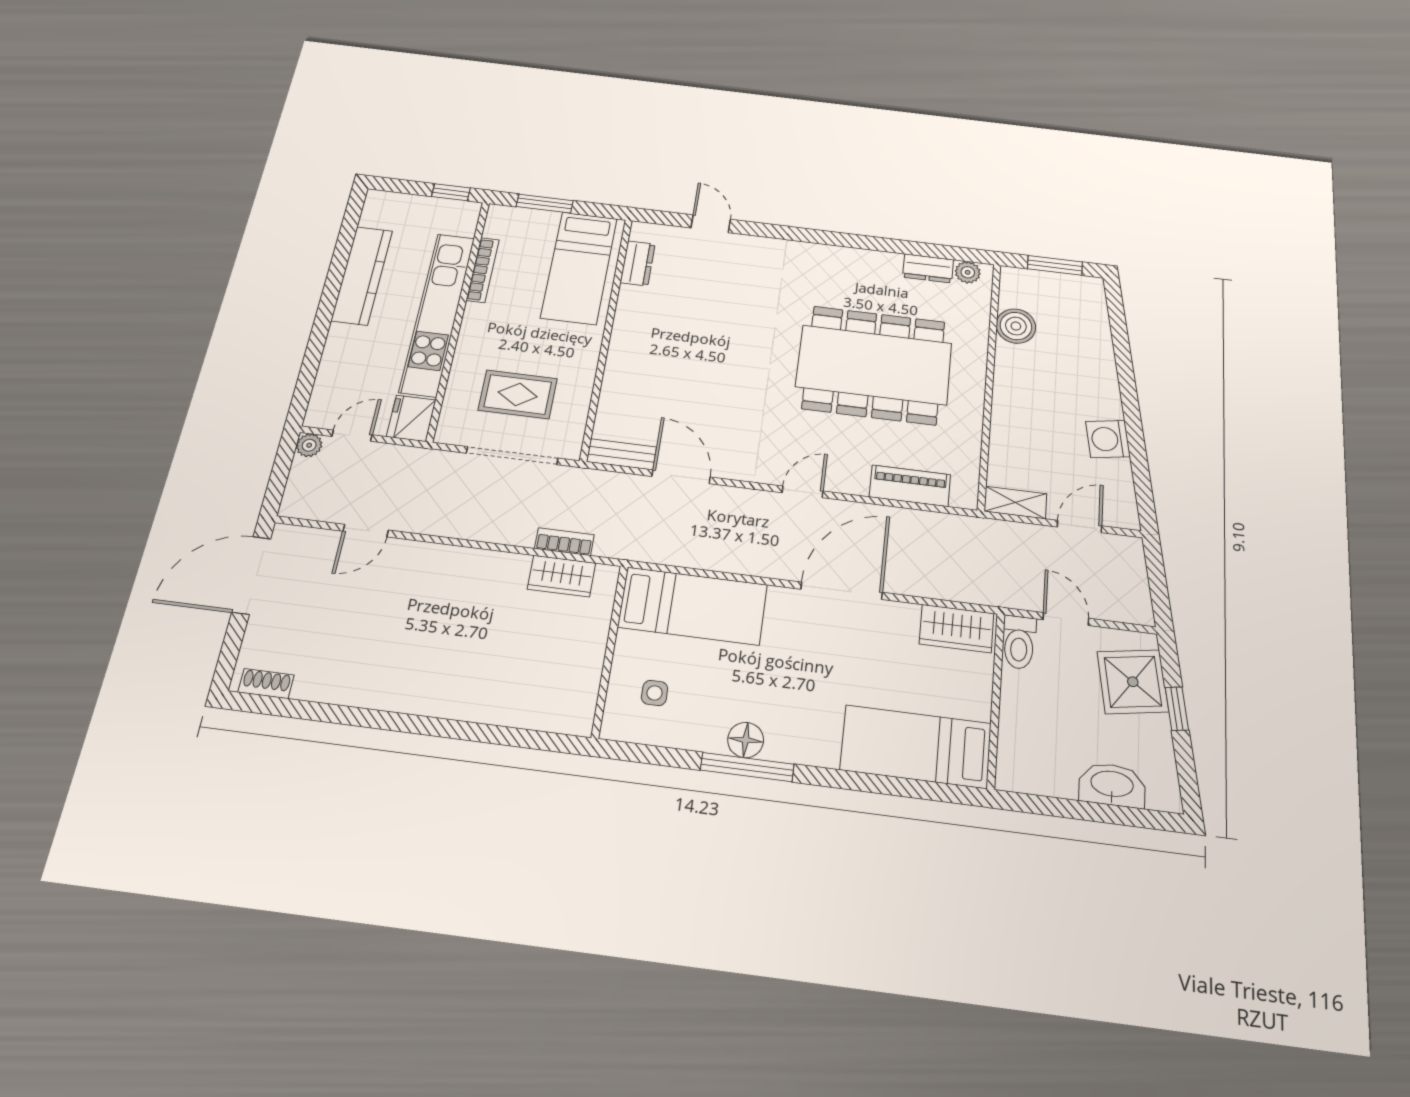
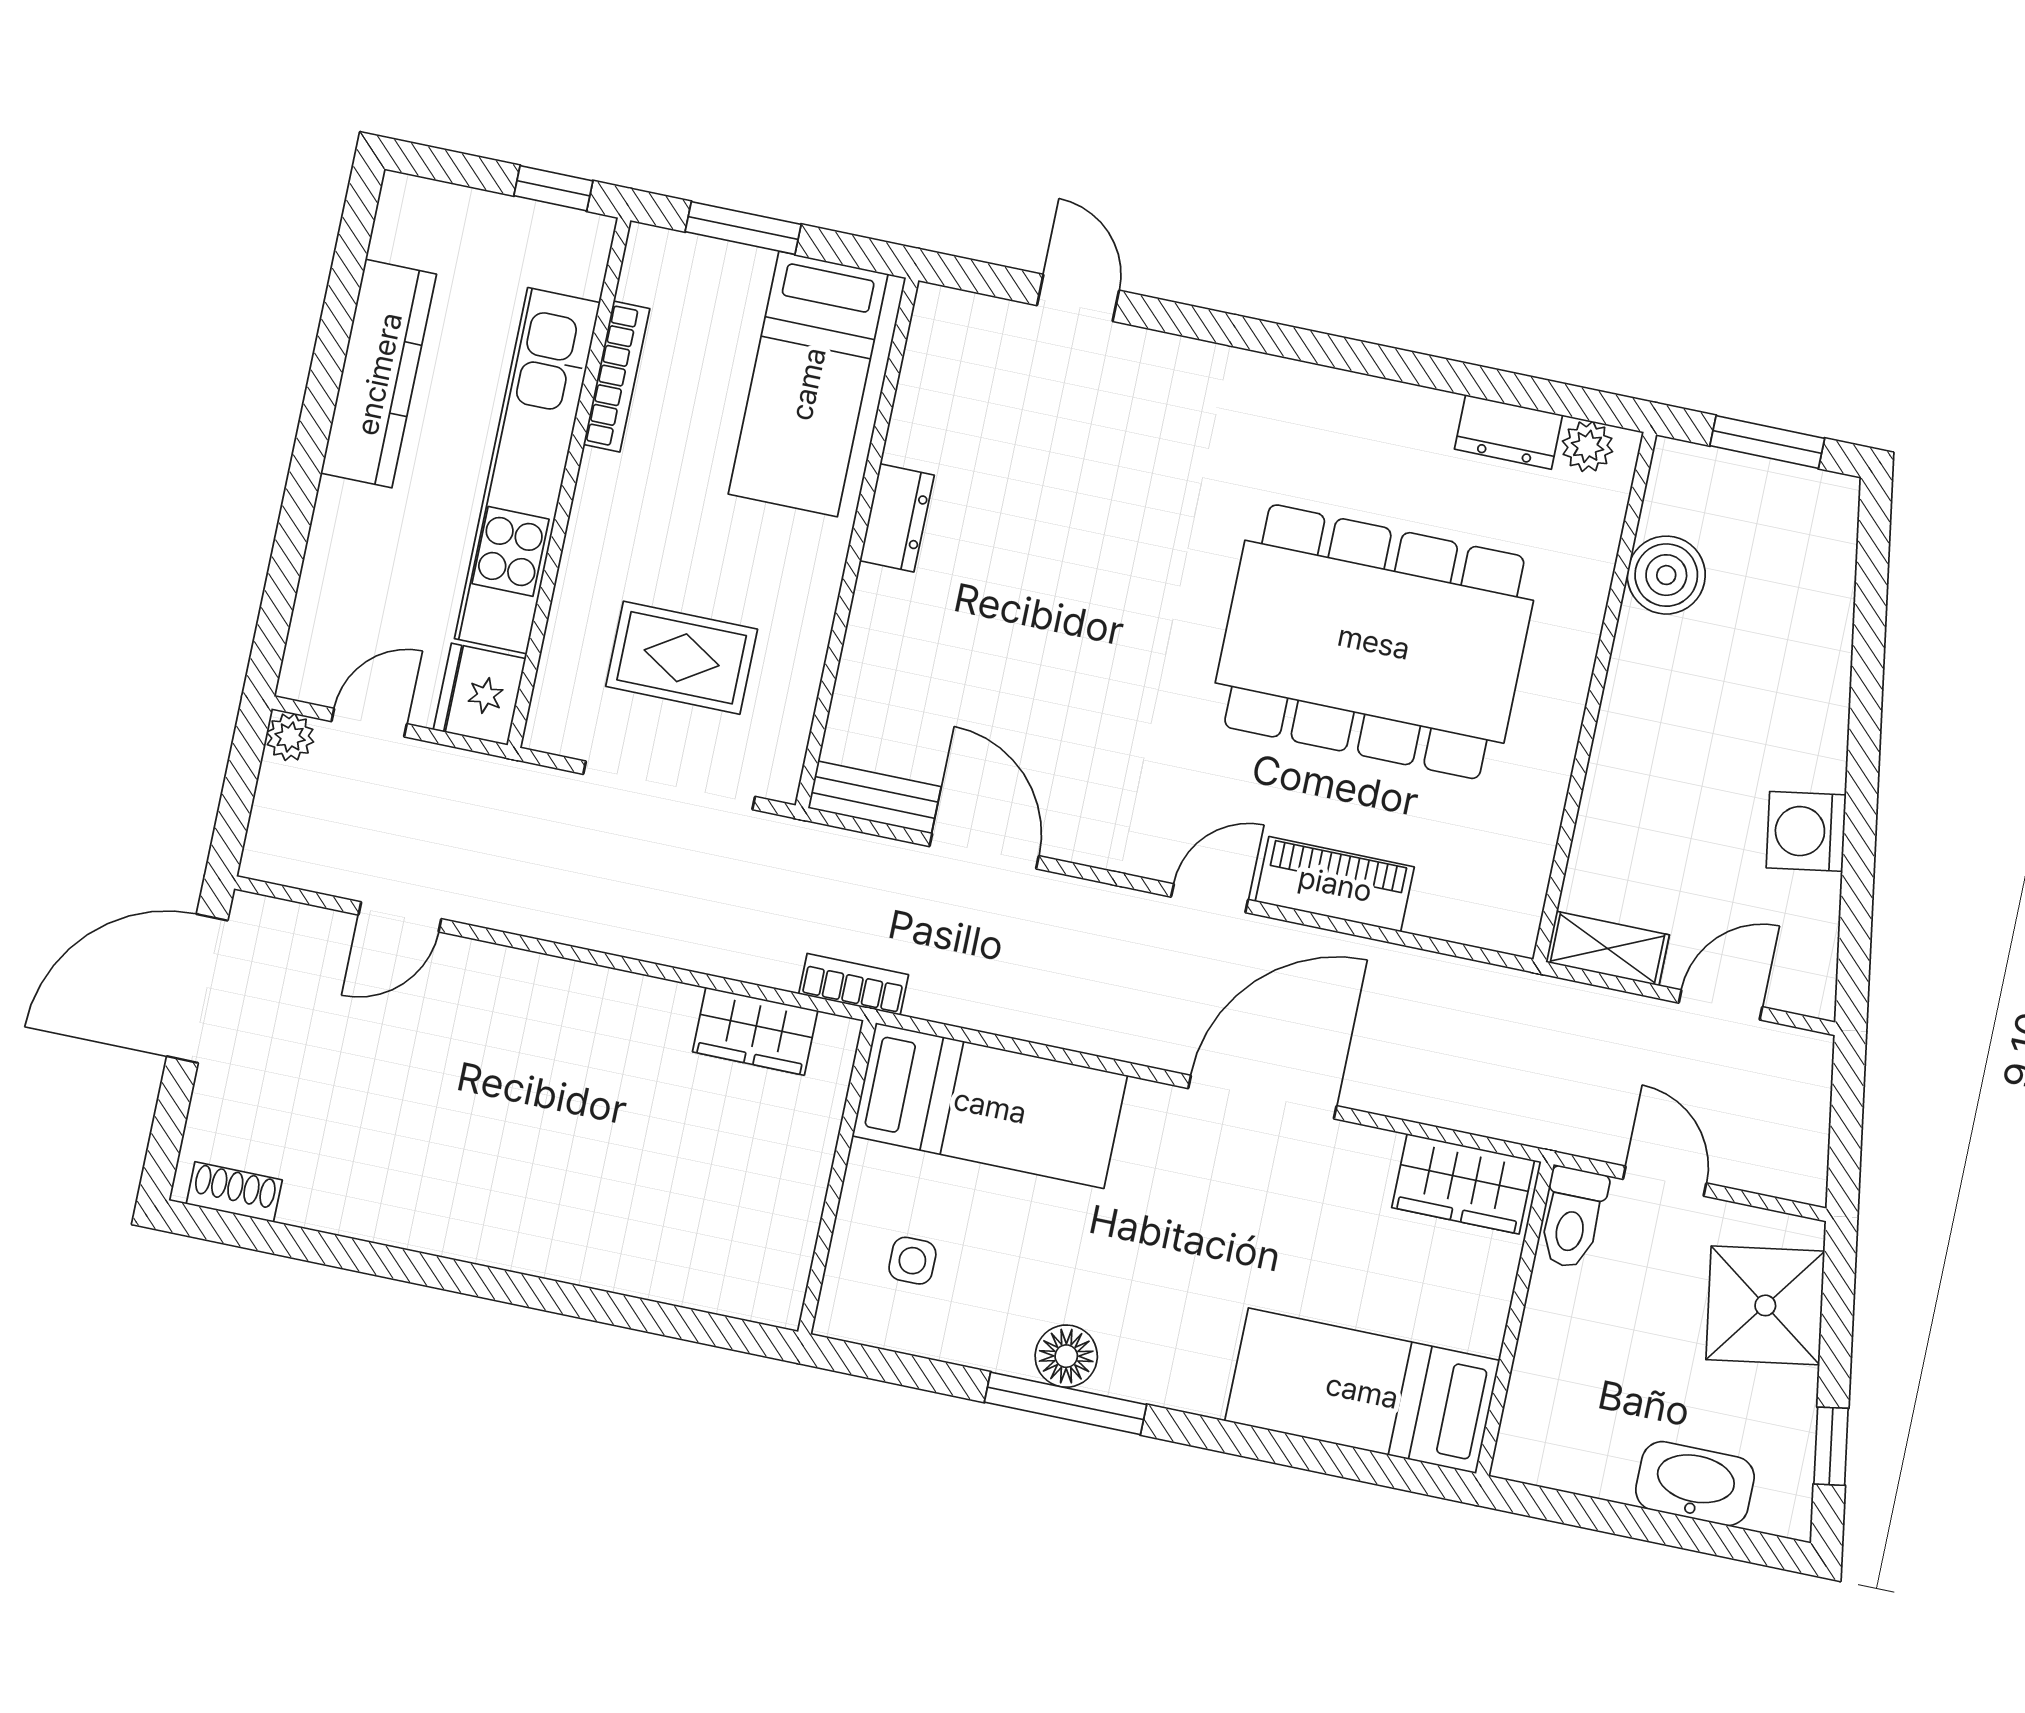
dresser: (638, 263) -> (897, 518), moved
piano: (910, 486) -> (1335, 884), moved
bookcase: (564, 542) -> (854, 984), moved
window: (1177, 709) -> (1831, 1446), moved

